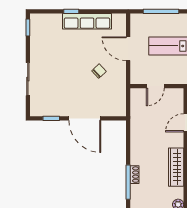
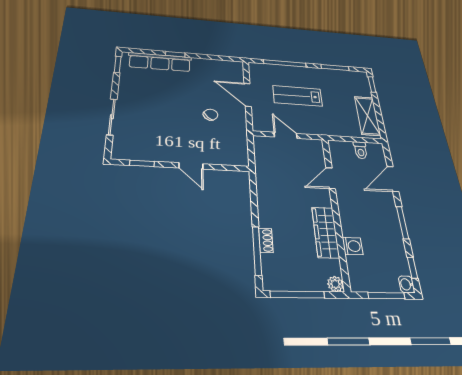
row of seats: (87, 21) -> (160, 62), moved
door: (155, 86) -> (286, 135), swing flipped
door: (85, 118) -> (191, 166), width x0.53

